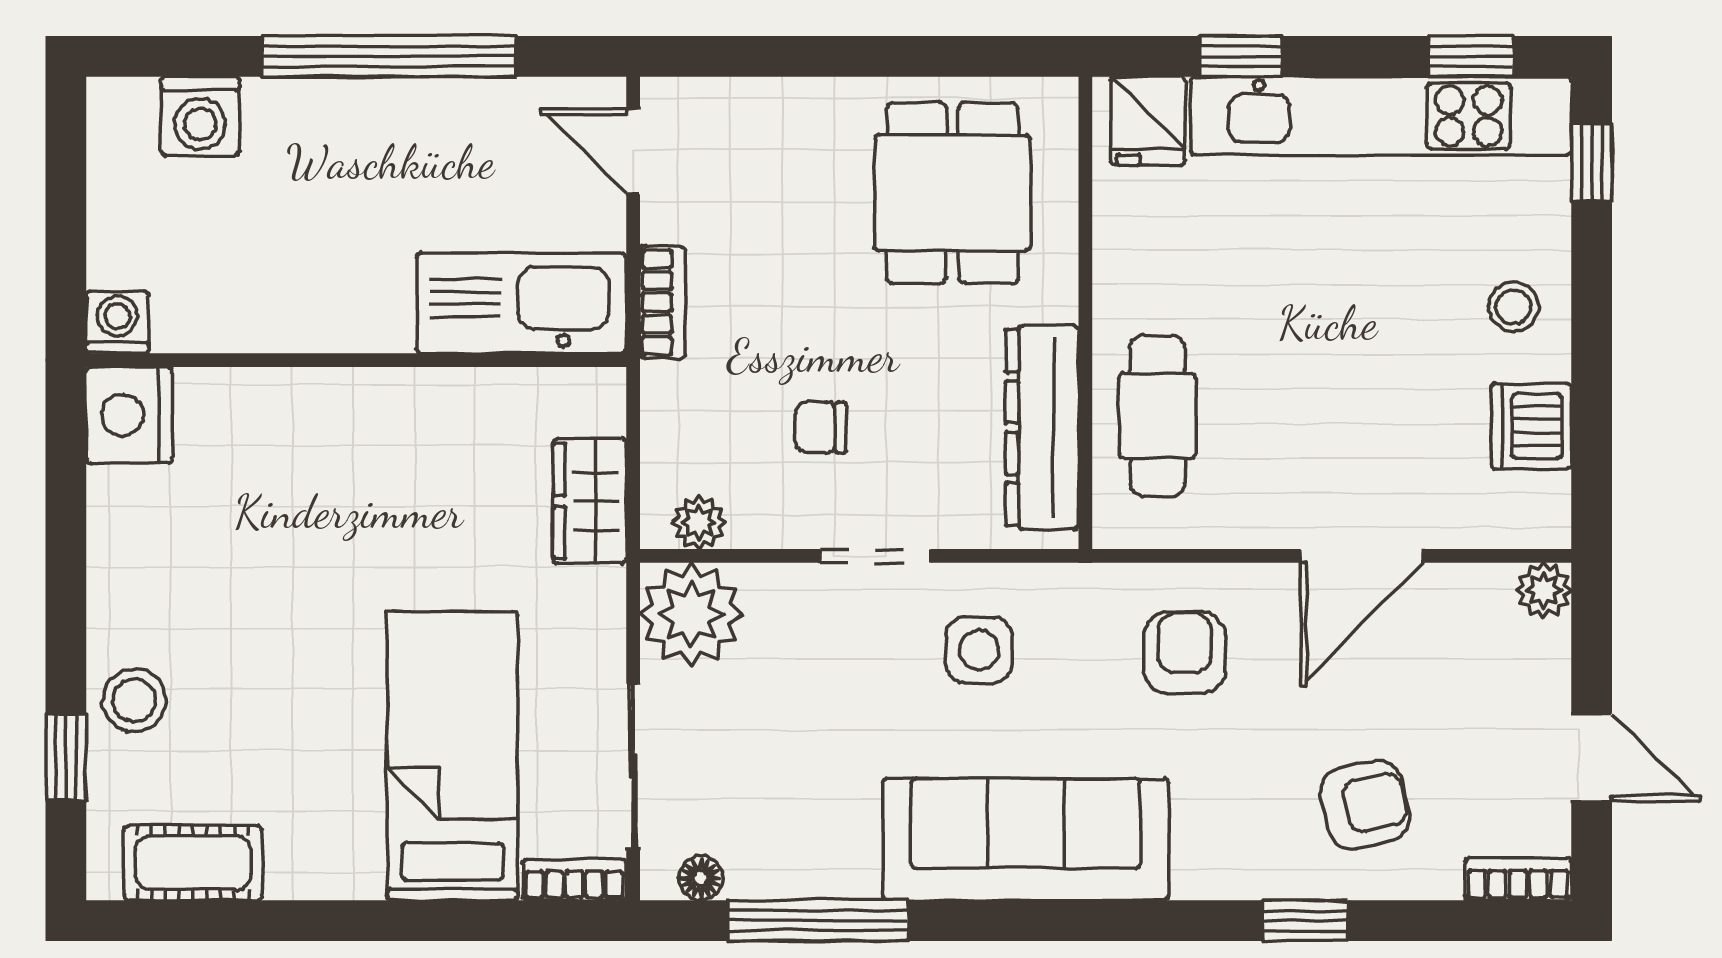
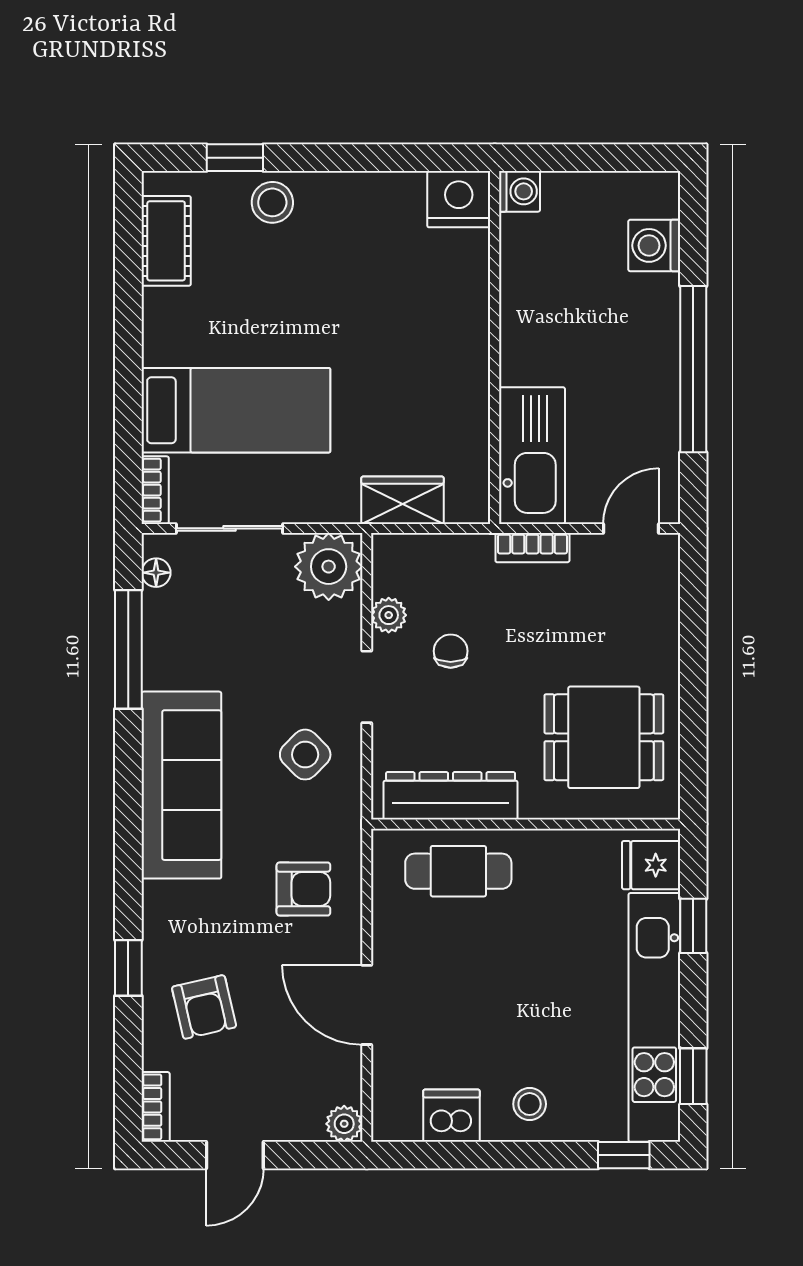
plant: (699, 522) -> (389, 615), moved
side table: (979, 650) -> (305, 755), turned 45

